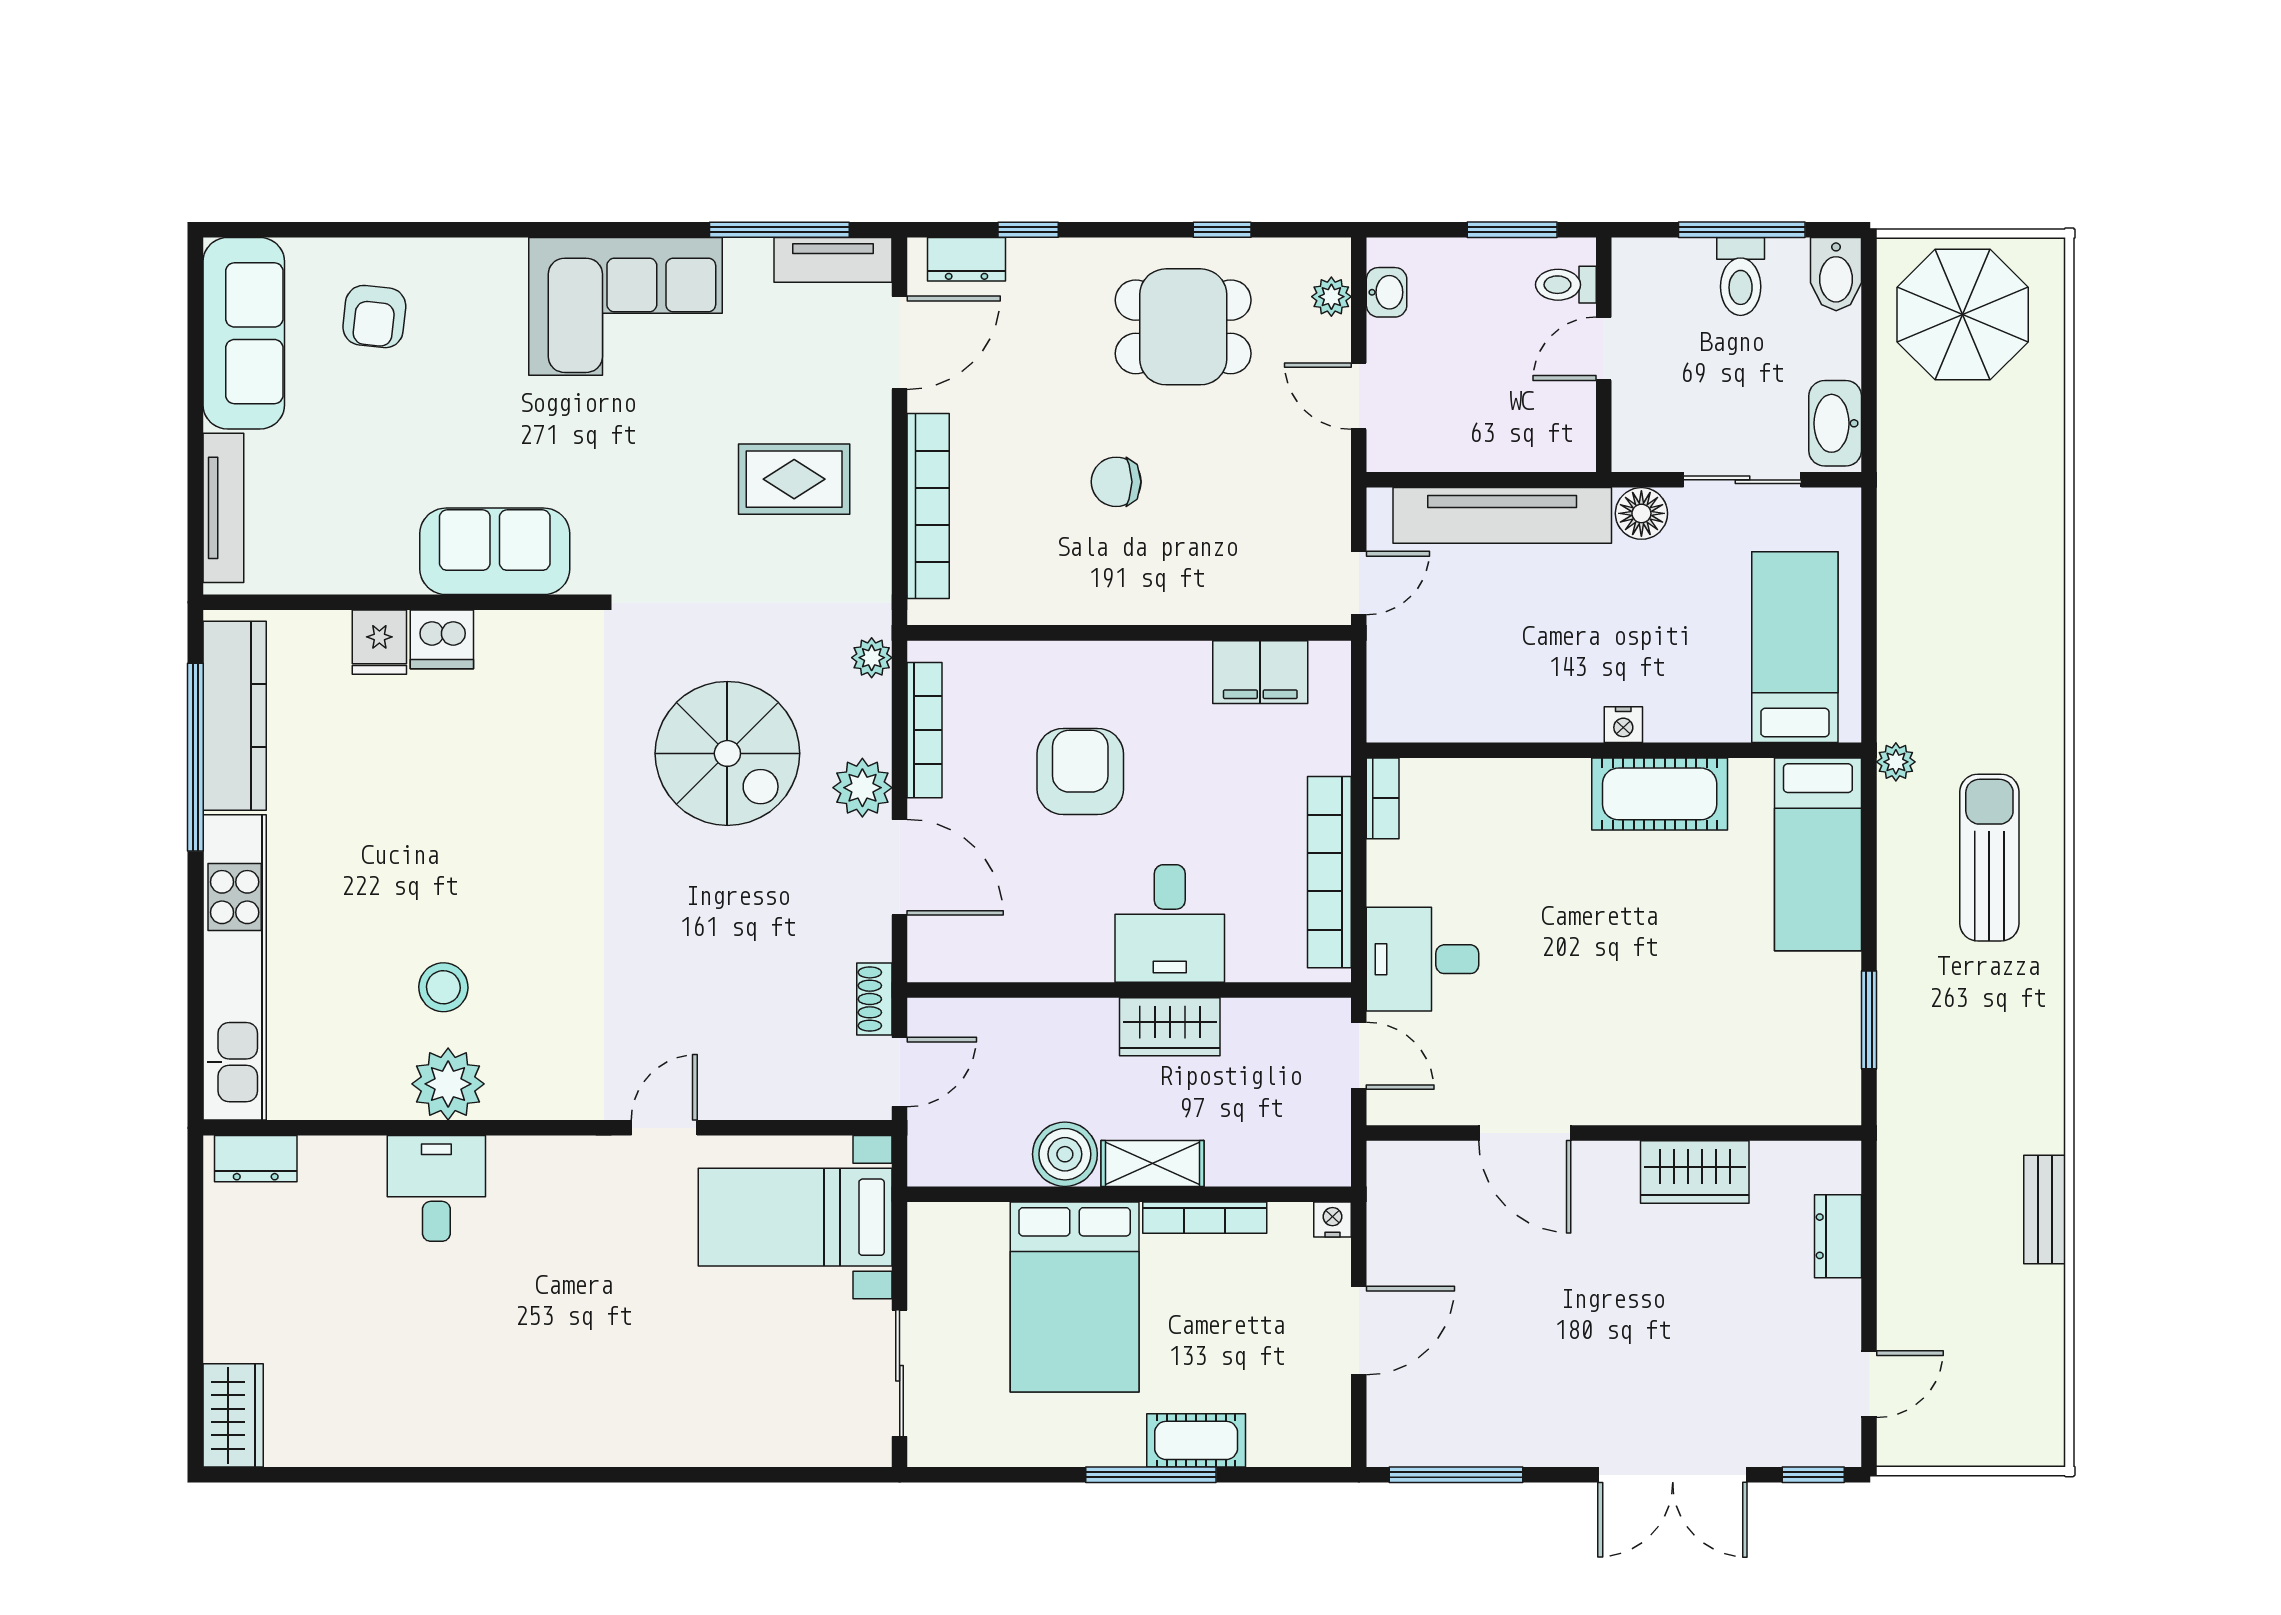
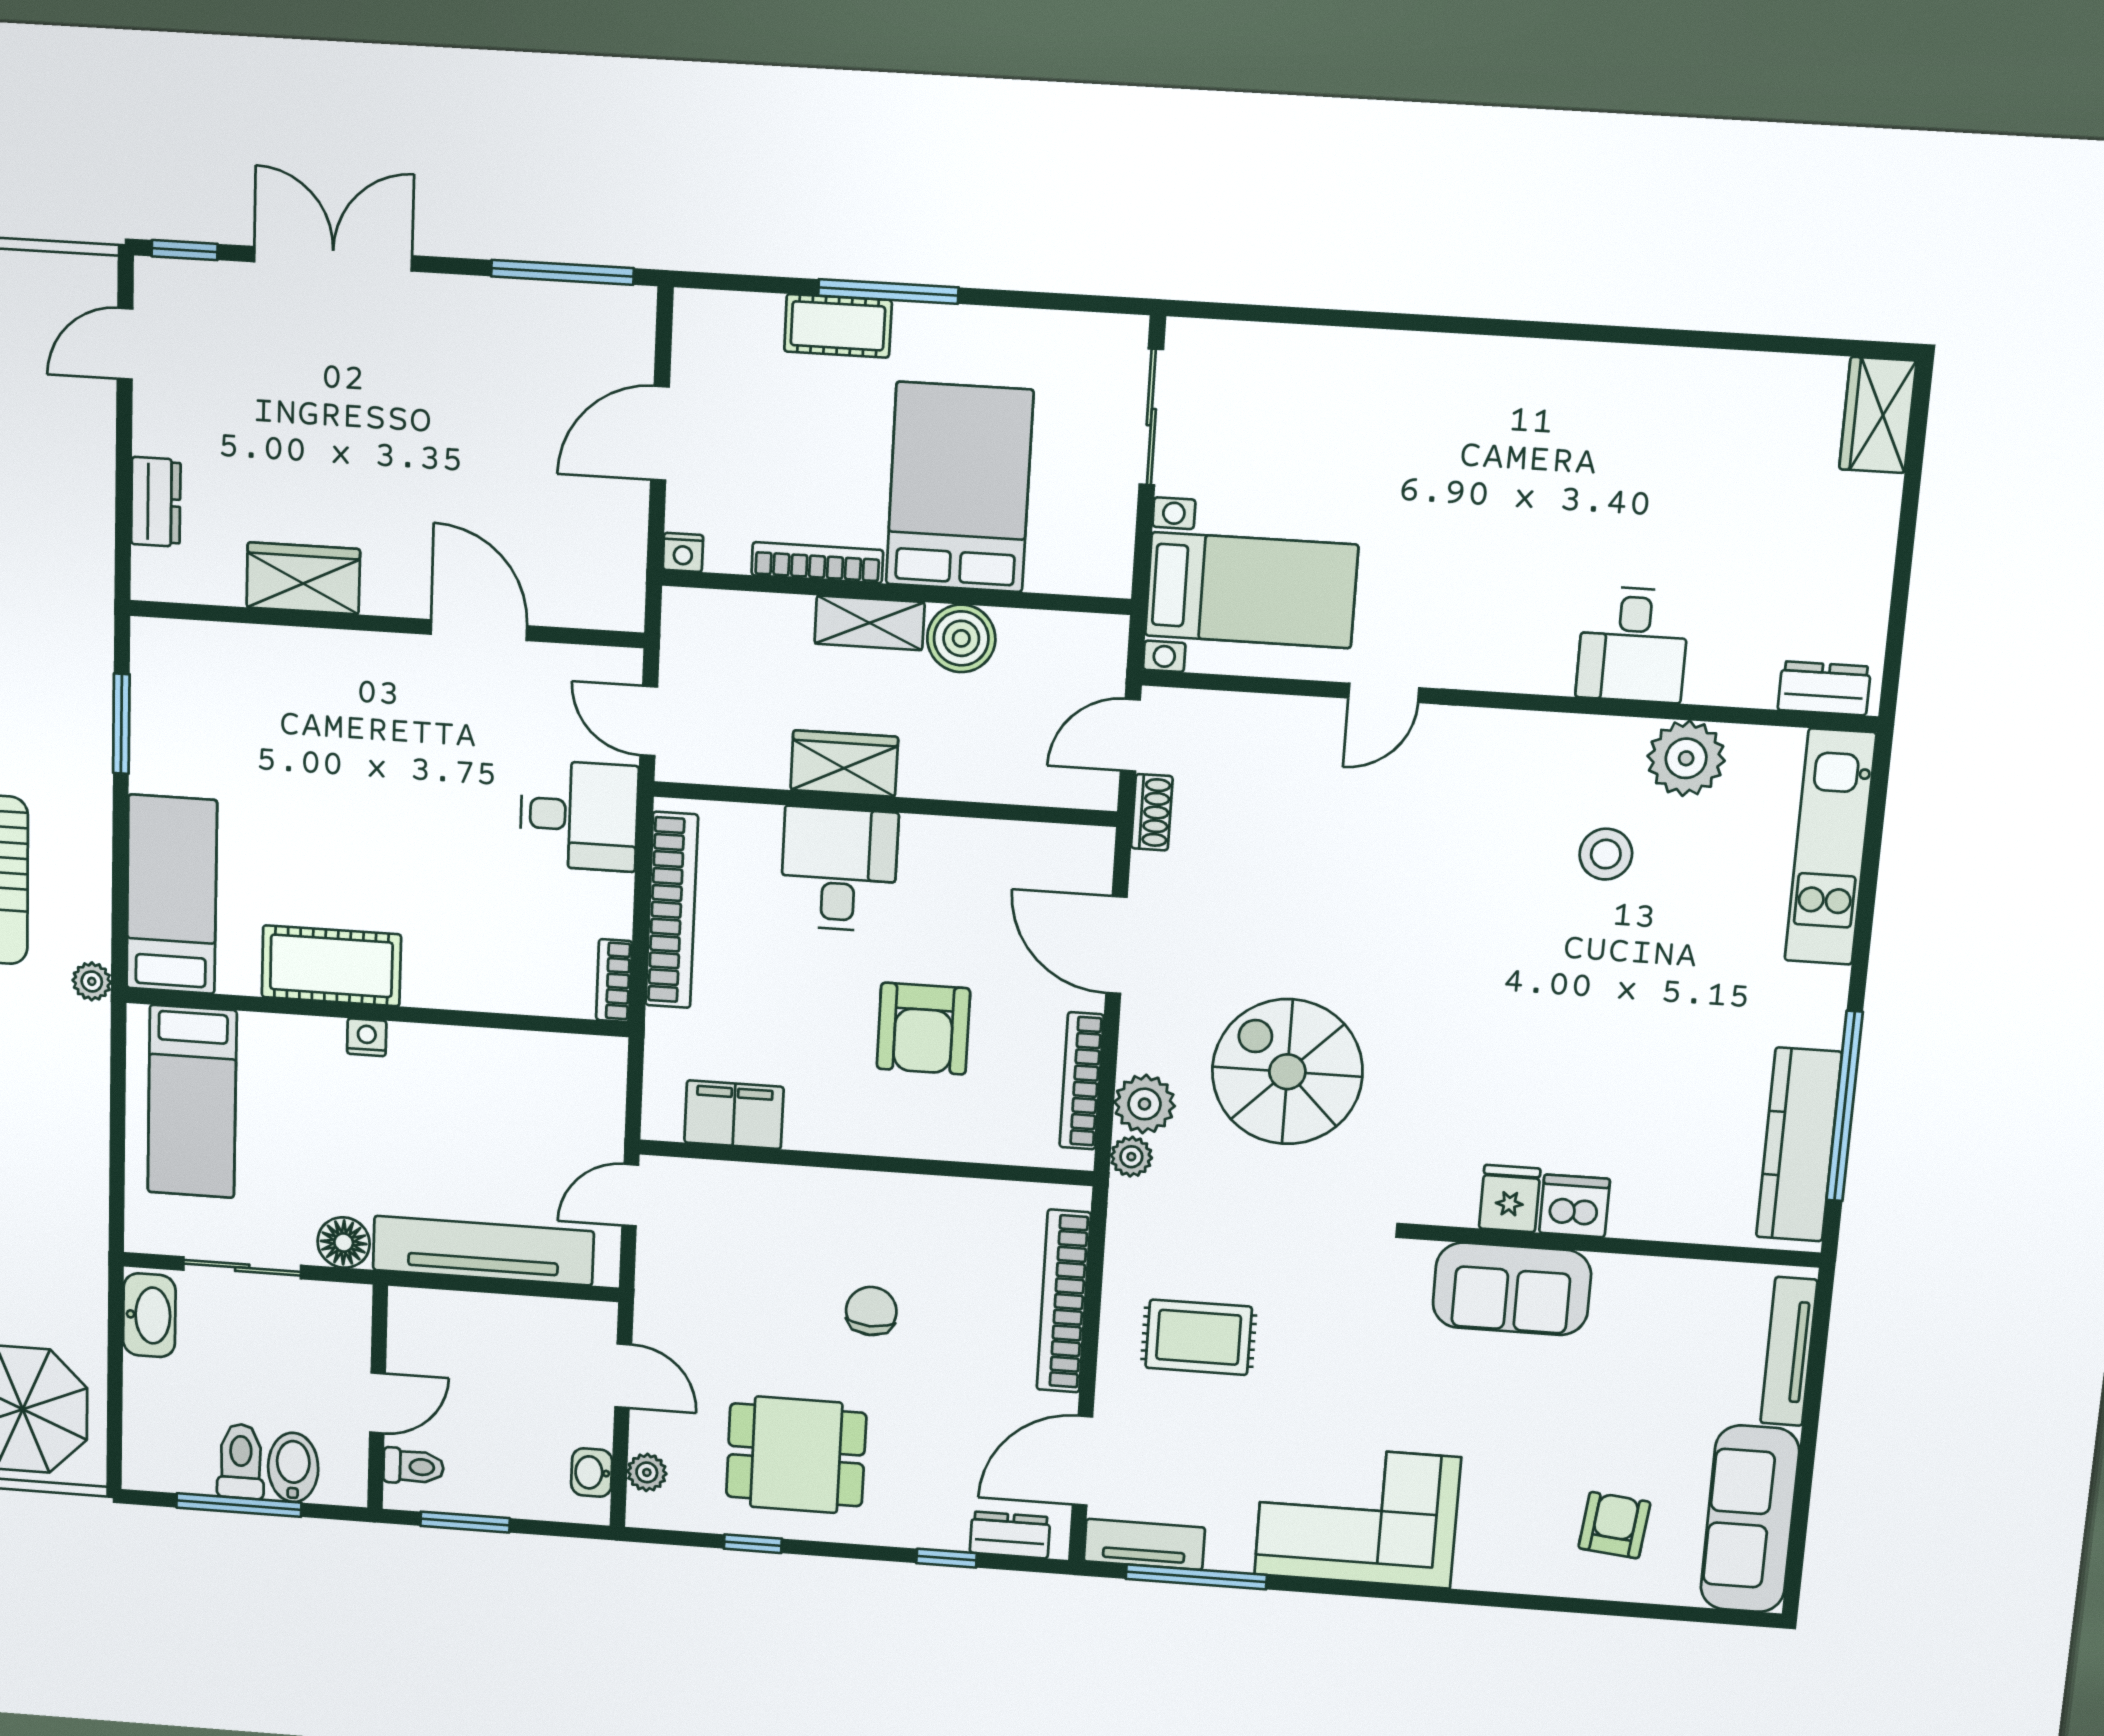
bidet: (1836, 274) -> (293, 1467), moved
chair: (1116, 482) -> (871, 1311), turned -88
fridge: (379, 642) -> (1510, 1199), moved
plant: (862, 788) -> (1144, 1104), moved
kitchen unit: (235, 967) -> (1830, 847), width x0.73
plant: (448, 1084) -> (1686, 758), moved

